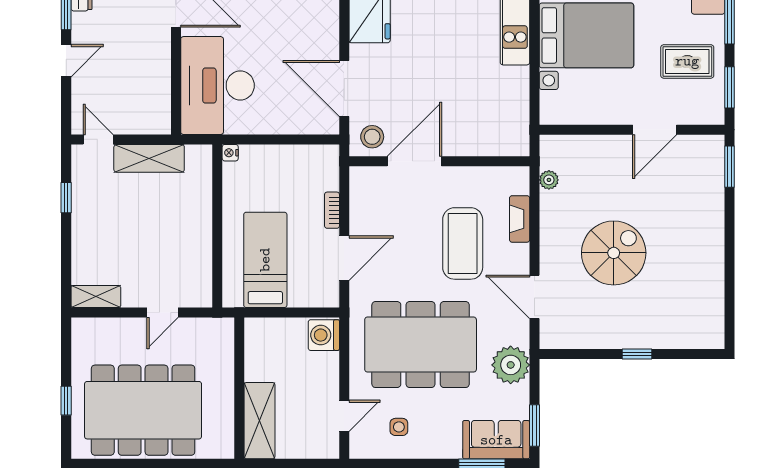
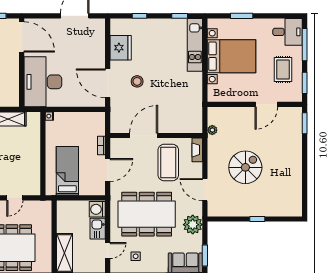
rug: (687, 61) -> (283, 70), turned 90
stool: (372, 137) -> (137, 81), moved
door: (414, 161) -> (144, 136), moved
wall: (439, 161) -> (156, 136), moved
kitchen sink: (325, 373) -> (98, 229), added

